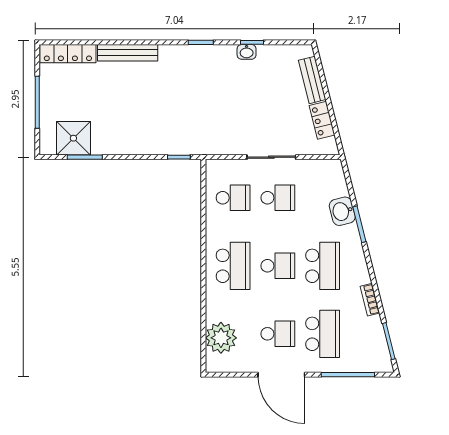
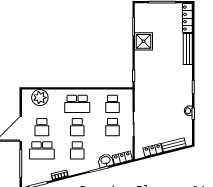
shower: (73, 138) -> (143, 41), moved
locker: (337, 179) -> (122, 158), added
school desk: (323, 266) -> (77, 150), width x0.54

